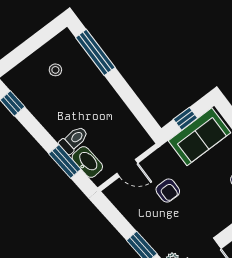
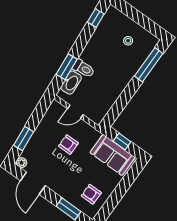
door: (127, 168) -> (75, 112), hinge flipped
armchair: (168, 190) -> (68, 144), turned 90

